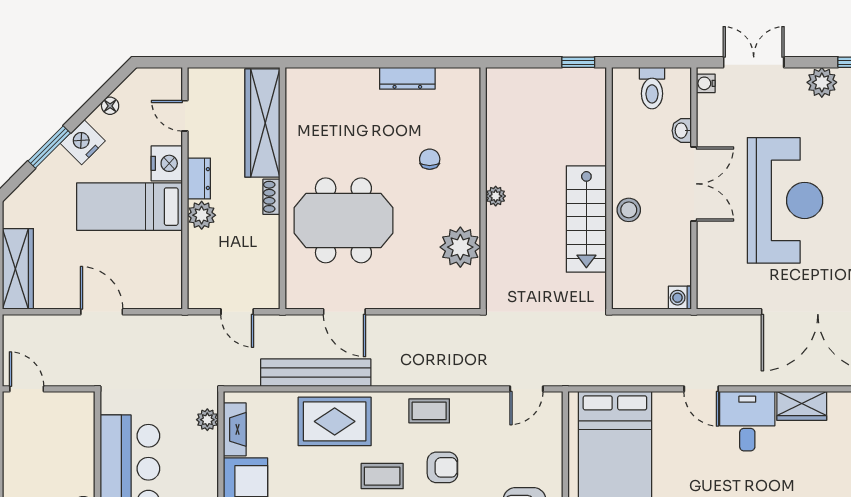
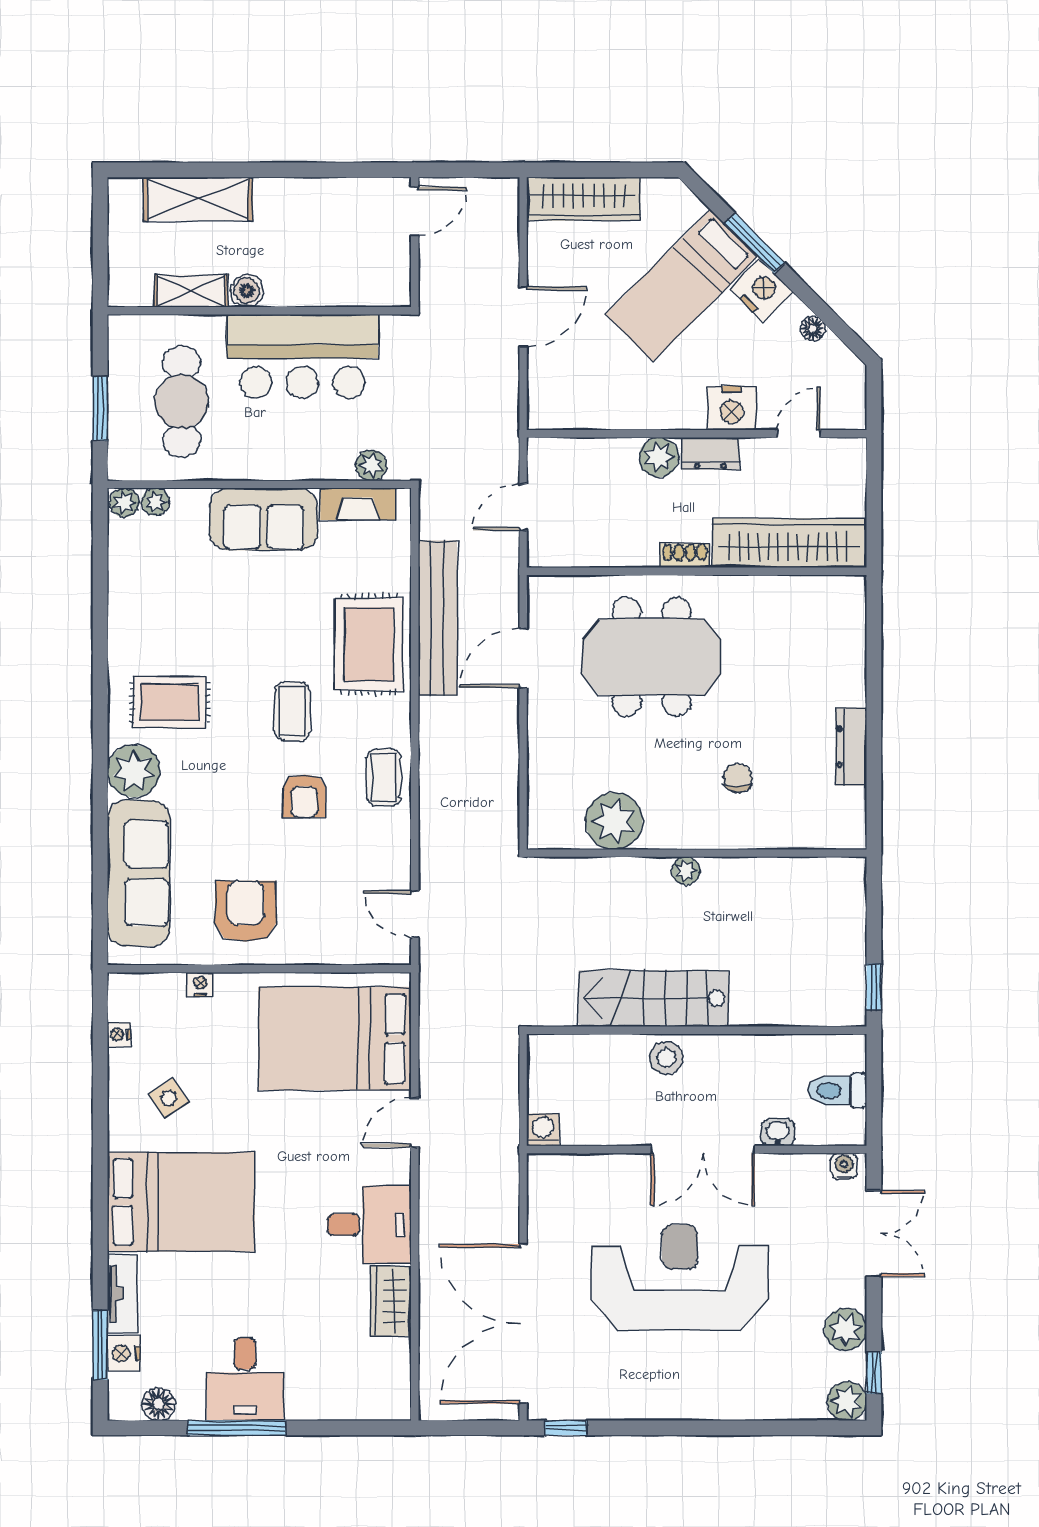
chair: (430, 159) -> (738, 778), turned -90
reception desk: (785, 200) -> (680, 1278), turned 180
bed: (129, 207) -> (682, 285), moved, turned -135
meeting table: (343, 220) -> (652, 657), turned 90
door: (701, 389) -> (415, 1123), moved

